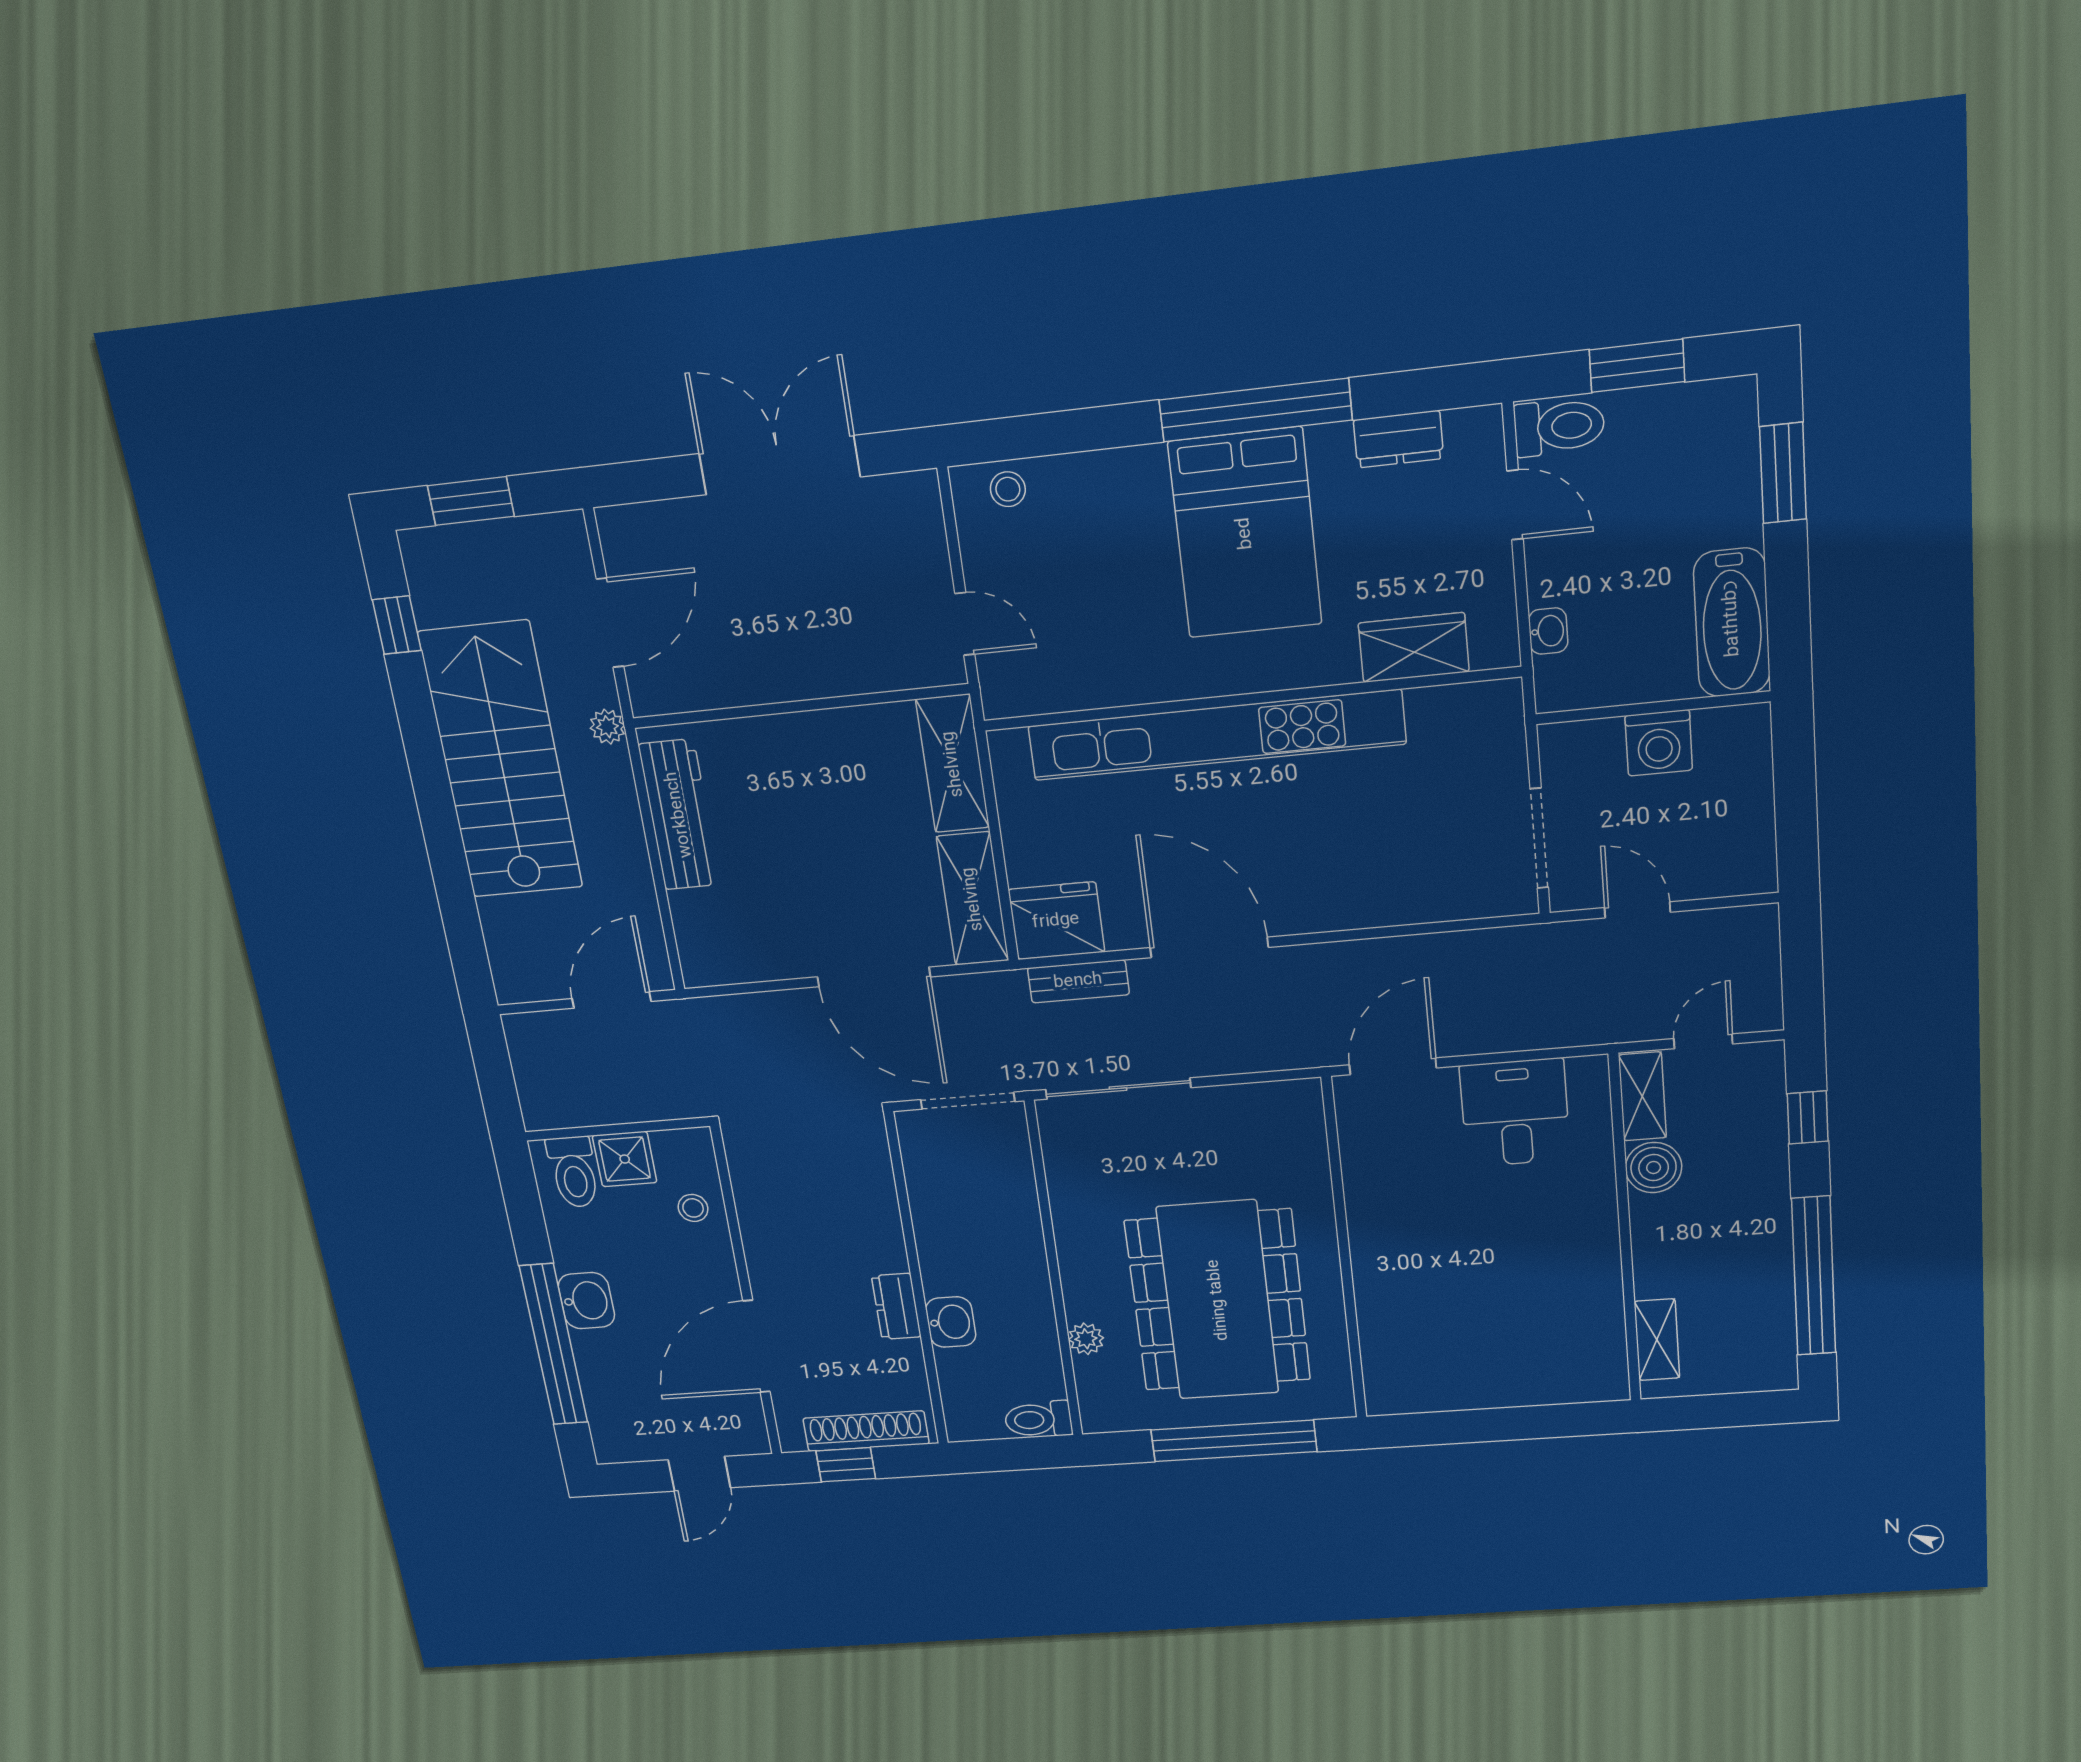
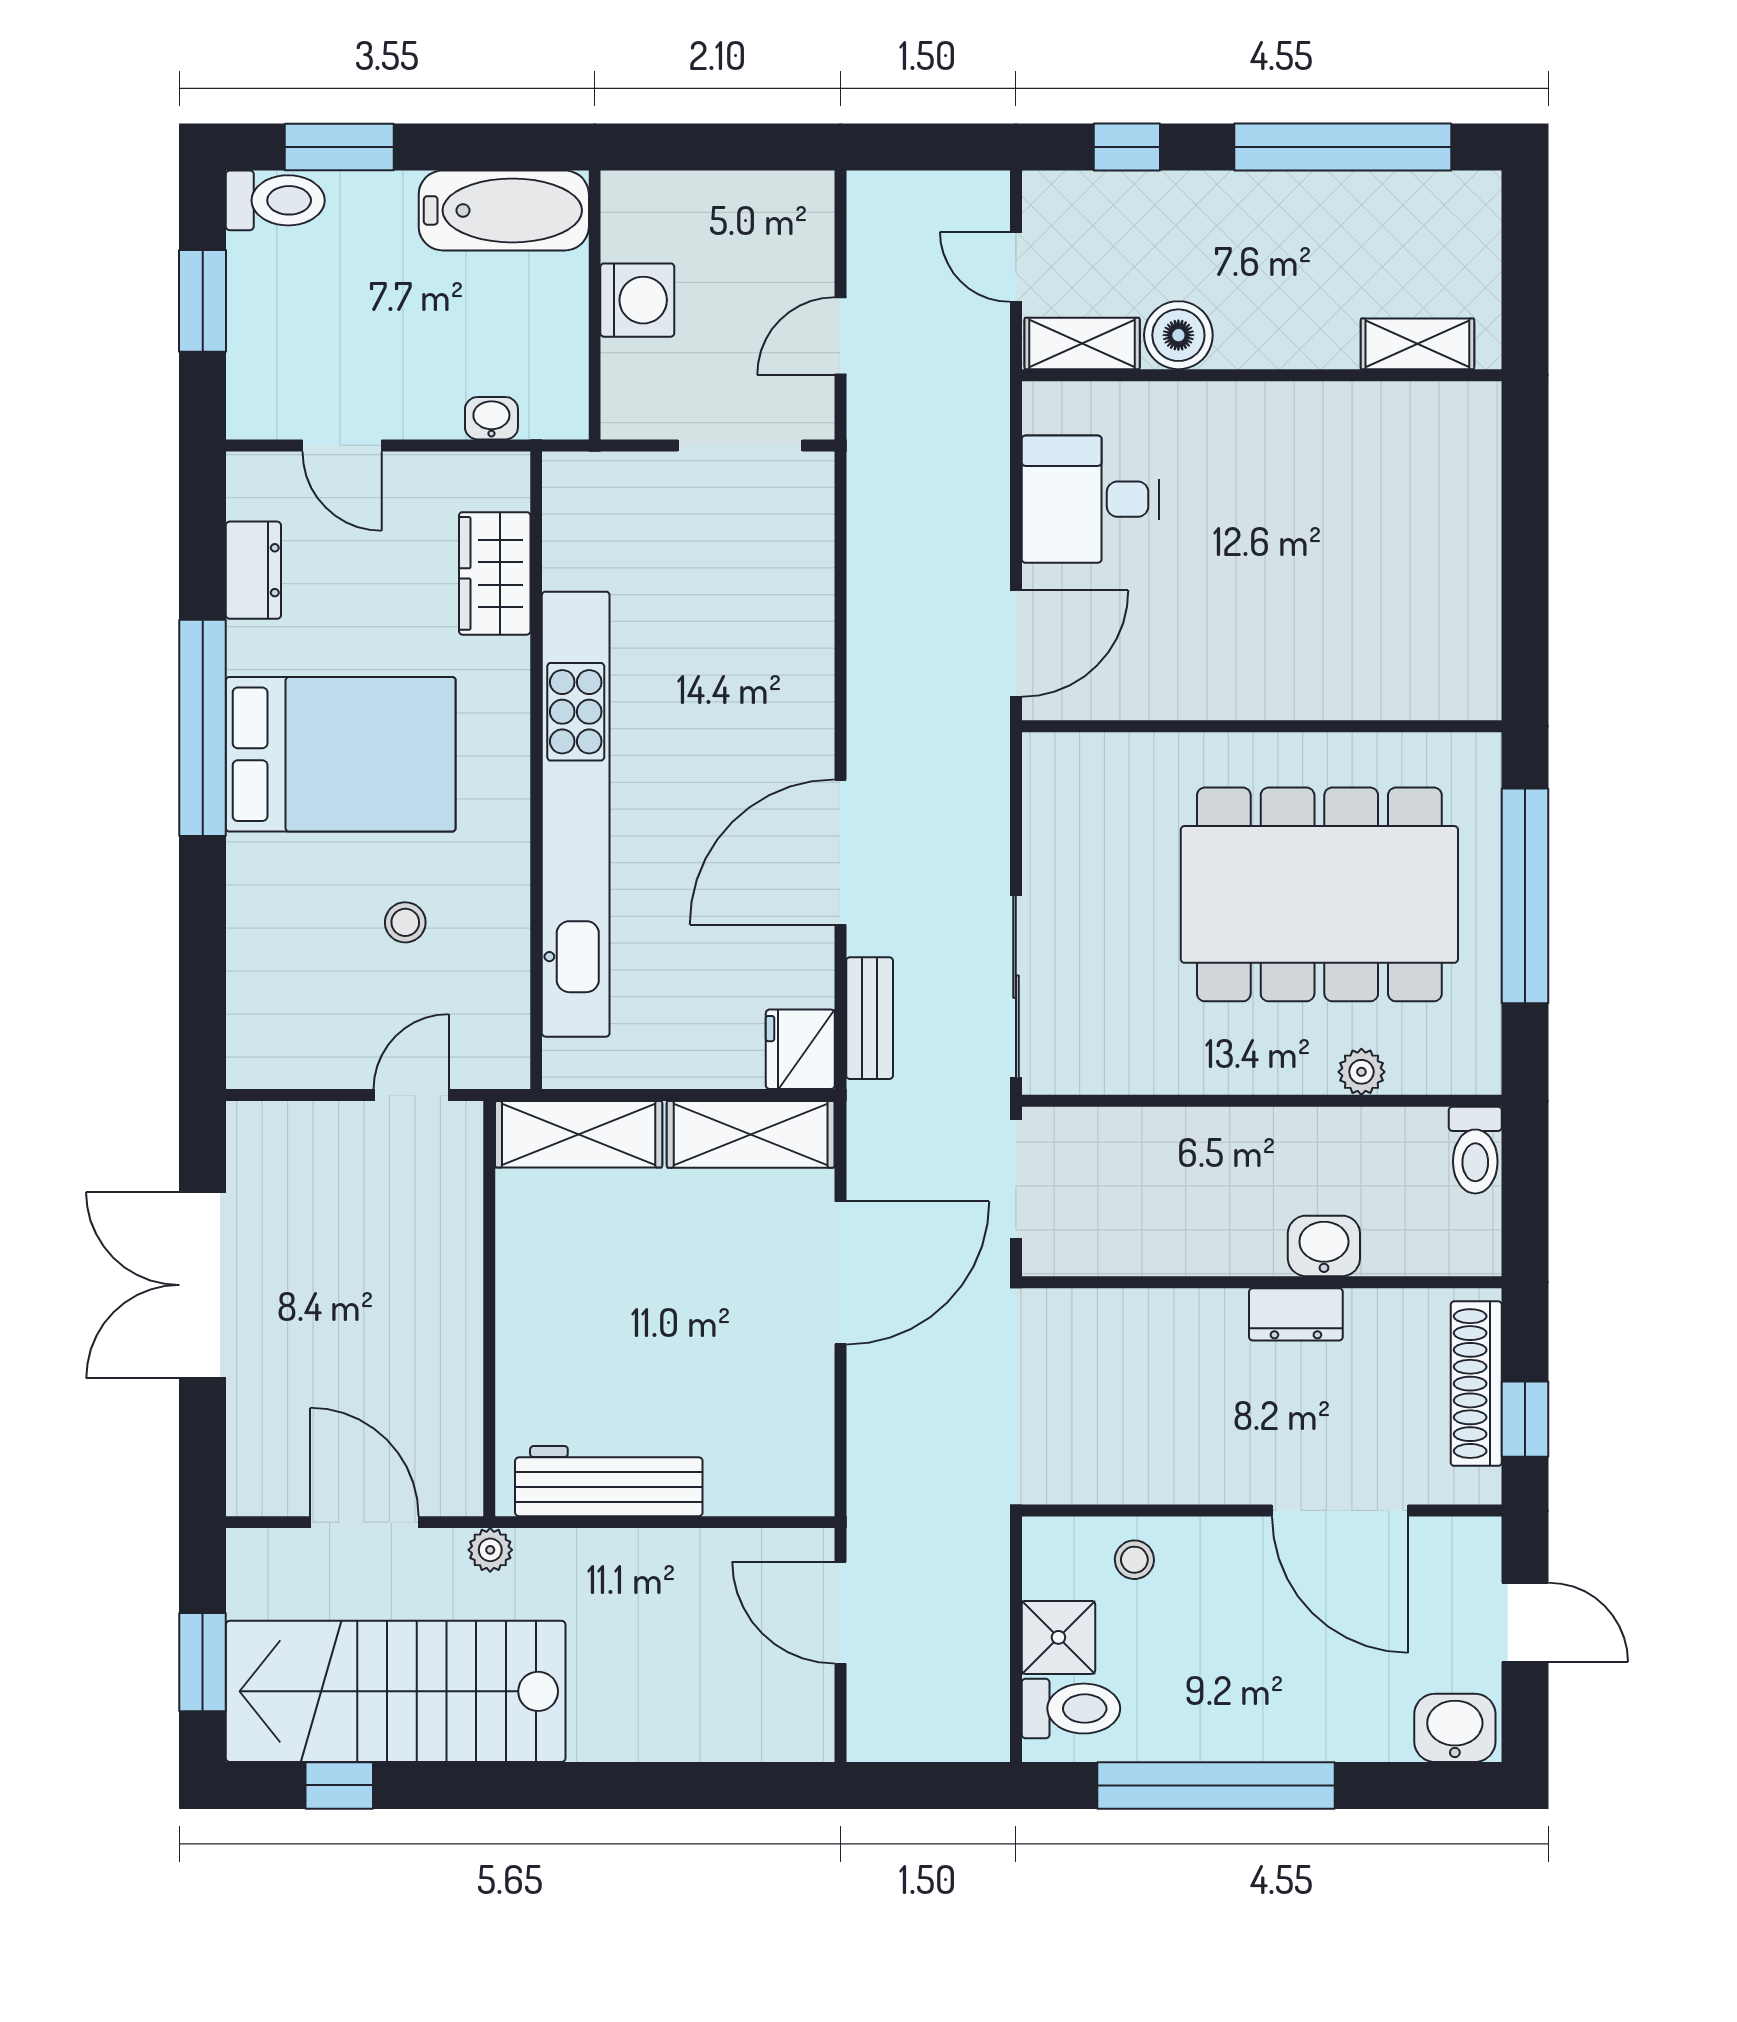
toilet: (1559, 427) -> (275, 200), moved, turned 90
stool: (1008, 489) -> (405, 922), moved
door: (1515, 505) -> (342, 445), swing flipped
stairs: (501, 761) -> (396, 1691), moved
fridge: (1056, 921) -> (800, 1049), width x0.73, depth x0.75
door: (1393, 1066) -> (1016, 643), swing flipped
washbasin: (586, 1301) -> (1455, 1728), moved
window: (554, 1345) -> (1216, 1785), moved

